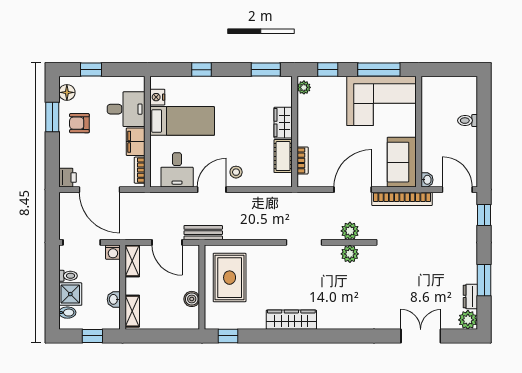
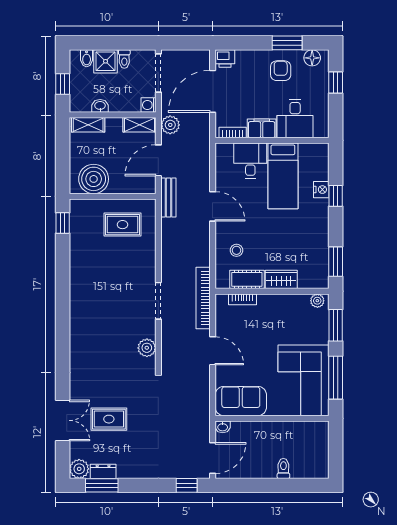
window: (328, 70) -> (336, 325), width x1.50
nightstand: (157, 97) -> (321, 190), moved, turned 90
desk: (177, 170) -> (250, 161), moved, turned 90
stool: (236, 172) -> (237, 250), moved
door: (353, 190) -> (213, 351), width x0.73
bookcase: (402, 199) -> (203, 298), moved
plant: (350, 231) -> (170, 125), moved
rug: (230, 278) -> (123, 225), width x0.73, depth x0.70
window: (484, 280) -> (102, 485), moved
rug: (419, 291) -> (109, 419), added
boiler: (192, 299) -> (94, 179), width x1.86, depth x1.86
wardrobe: (291, 320) -> (79, 288), removed

